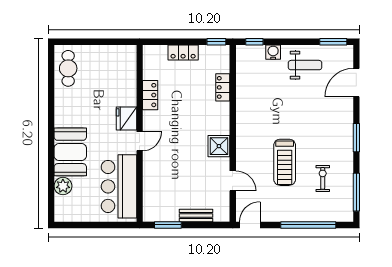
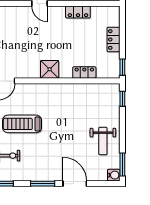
water cooler: (273, 52) -> (114, 175), moved
door: (356, 83) -> (75, 184), moved
shower: (219, 146) -> (50, 69), moved

